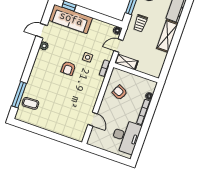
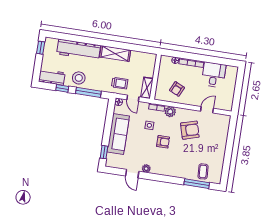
sofa: (71, 19) -> (118, 134), moved
trolley: (140, 23) -> (120, 83), moved
plant: (98, 81) -> (170, 112), added
armchair: (75, 98) -> (190, 130), added
desk: (126, 137) -> (214, 75), width x0.73

